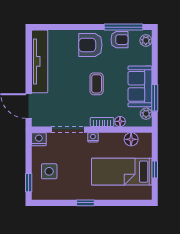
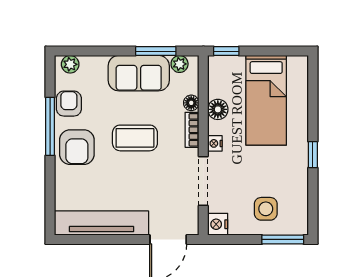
window: (124, 27) -> (50, 126), moved
coffee table: (97, 84) -> (135, 138), width x1.36, depth x1.30
floor lamp: (131, 139) -> (218, 109), moved
window: (155, 169) -> (226, 51), moved
window: (29, 183) -> (283, 239), width x1.50

